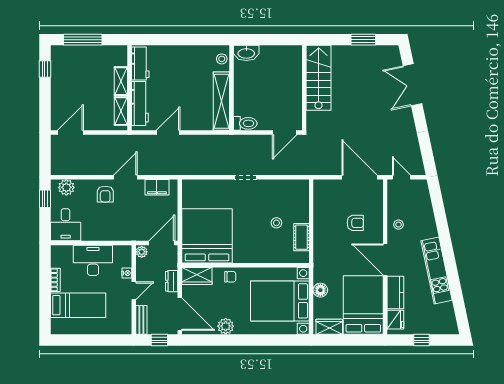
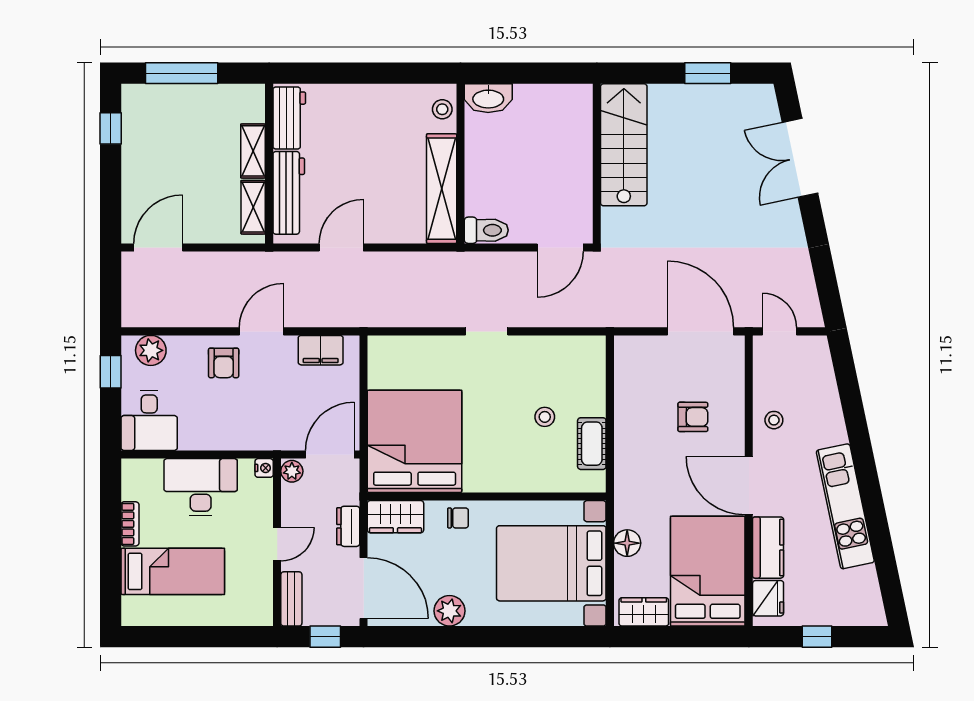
nightstand: (127, 273) -> (264, 468), moved

